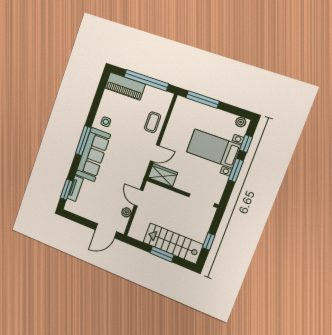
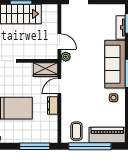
coffee table: (153, 122) -> (76, 131), moved
dresser: (169, 136) -> (53, 106), added
plant: (126, 212) -> (66, 57), moved

